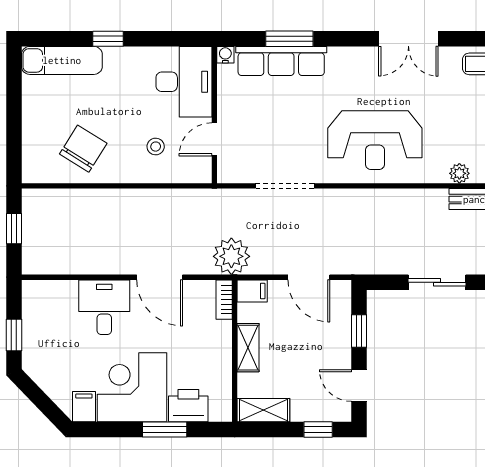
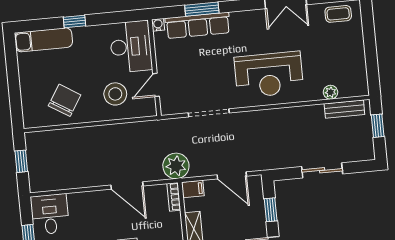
stool: (156, 147) -> (115, 94), width x1.89, depth x1.89
desk: (104, 307) -> (50, 214), moved

